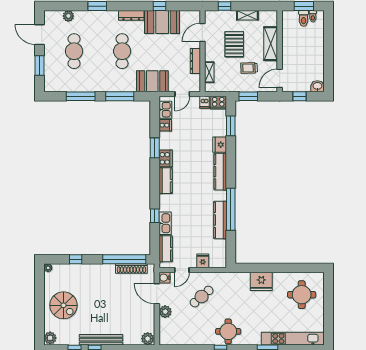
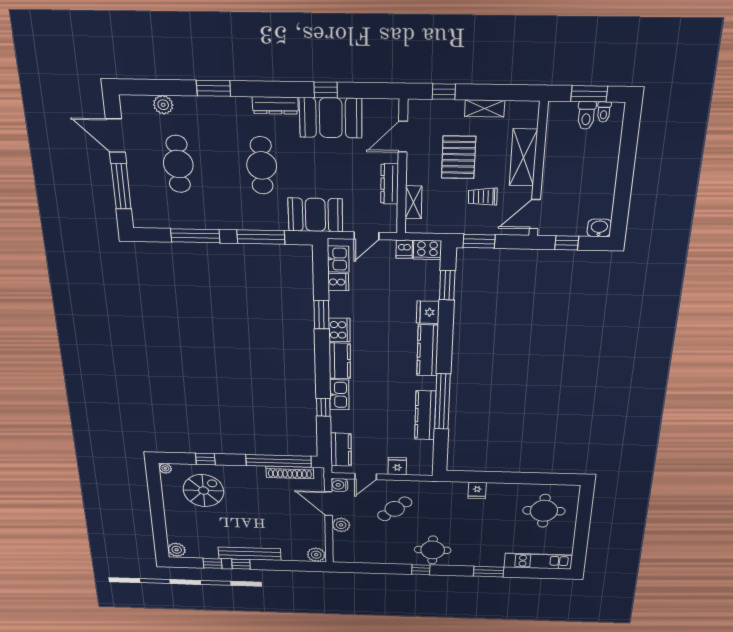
window: (40, 66) -> (121, 186), width x1.44
kitchen sink: (165, 223) -> (339, 395), moved
fridge: (261, 281) -> (477, 490), width x0.53, depth x0.75
spiral stairs: (63, 305) -> (204, 491), moved, turned -90
kitchen unit: (293, 339) -> (538, 561), width x0.73

